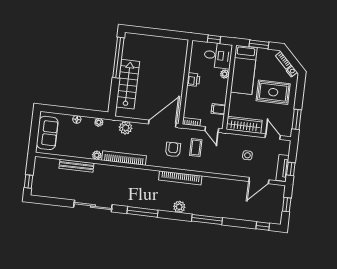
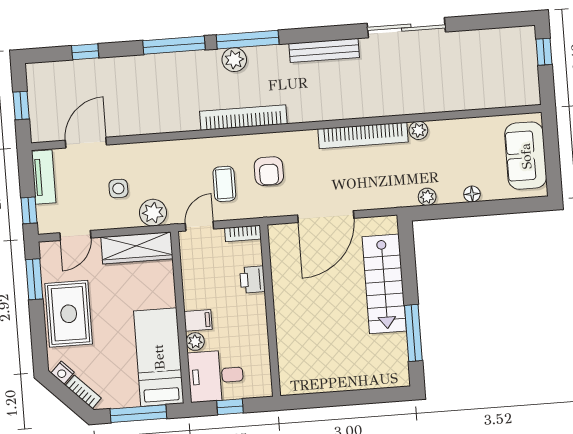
window: (259, 44) -> (138, 414), width x1.44
window: (118, 58) -> (413, 333), width x0.68
printer: (193, 80) -> (252, 280), moved
rug: (273, 92) -> (69, 314), moved, turned 90
filing cabinet: (218, 109) -> (198, 320), moved
door: (162, 124) -> (326, 217), moved
plant: (126, 128) -> (153, 213), moved
door: (212, 129) -> (199, 226), hinge flipped
door: (273, 137) -> (75, 235), hinge flipped
bench: (76, 166) -> (324, 50), moved
window: (291, 169) -> (29, 210), moved
window: (143, 212) -> (248, 40), moved
window: (263, 226) -> (85, 52), moved

